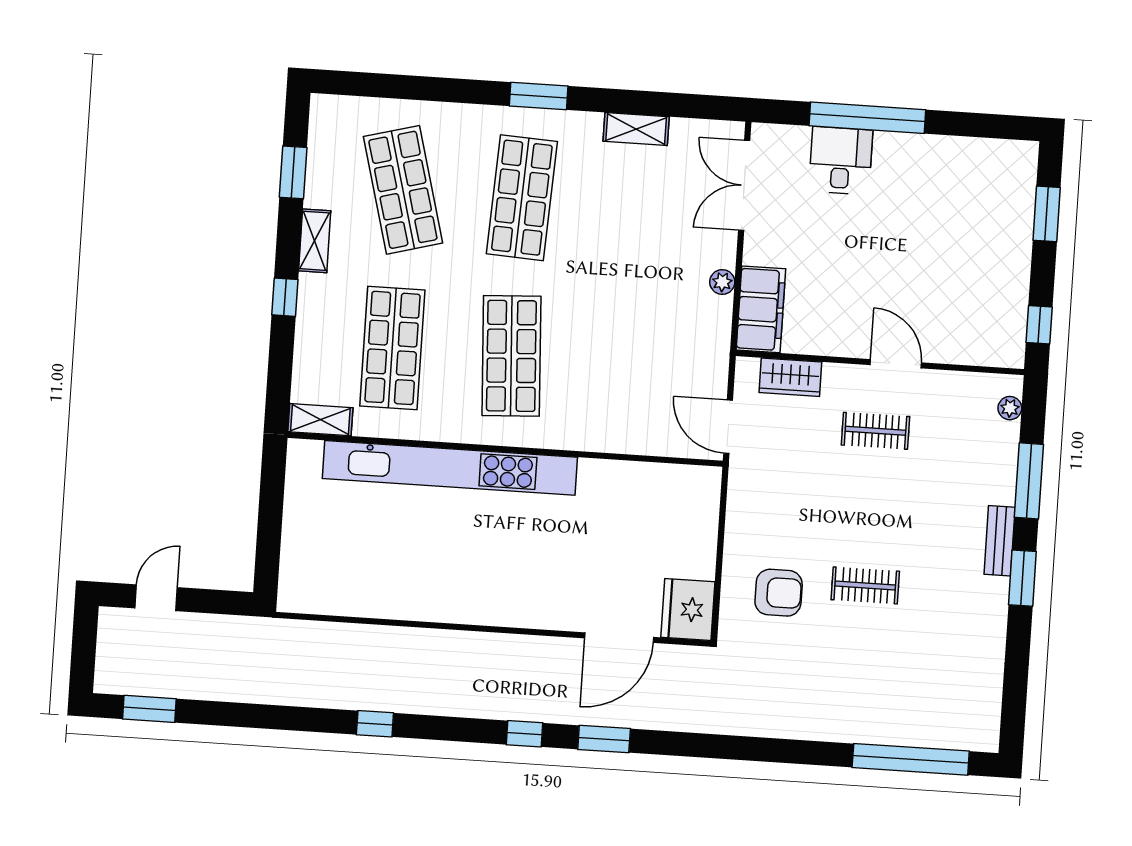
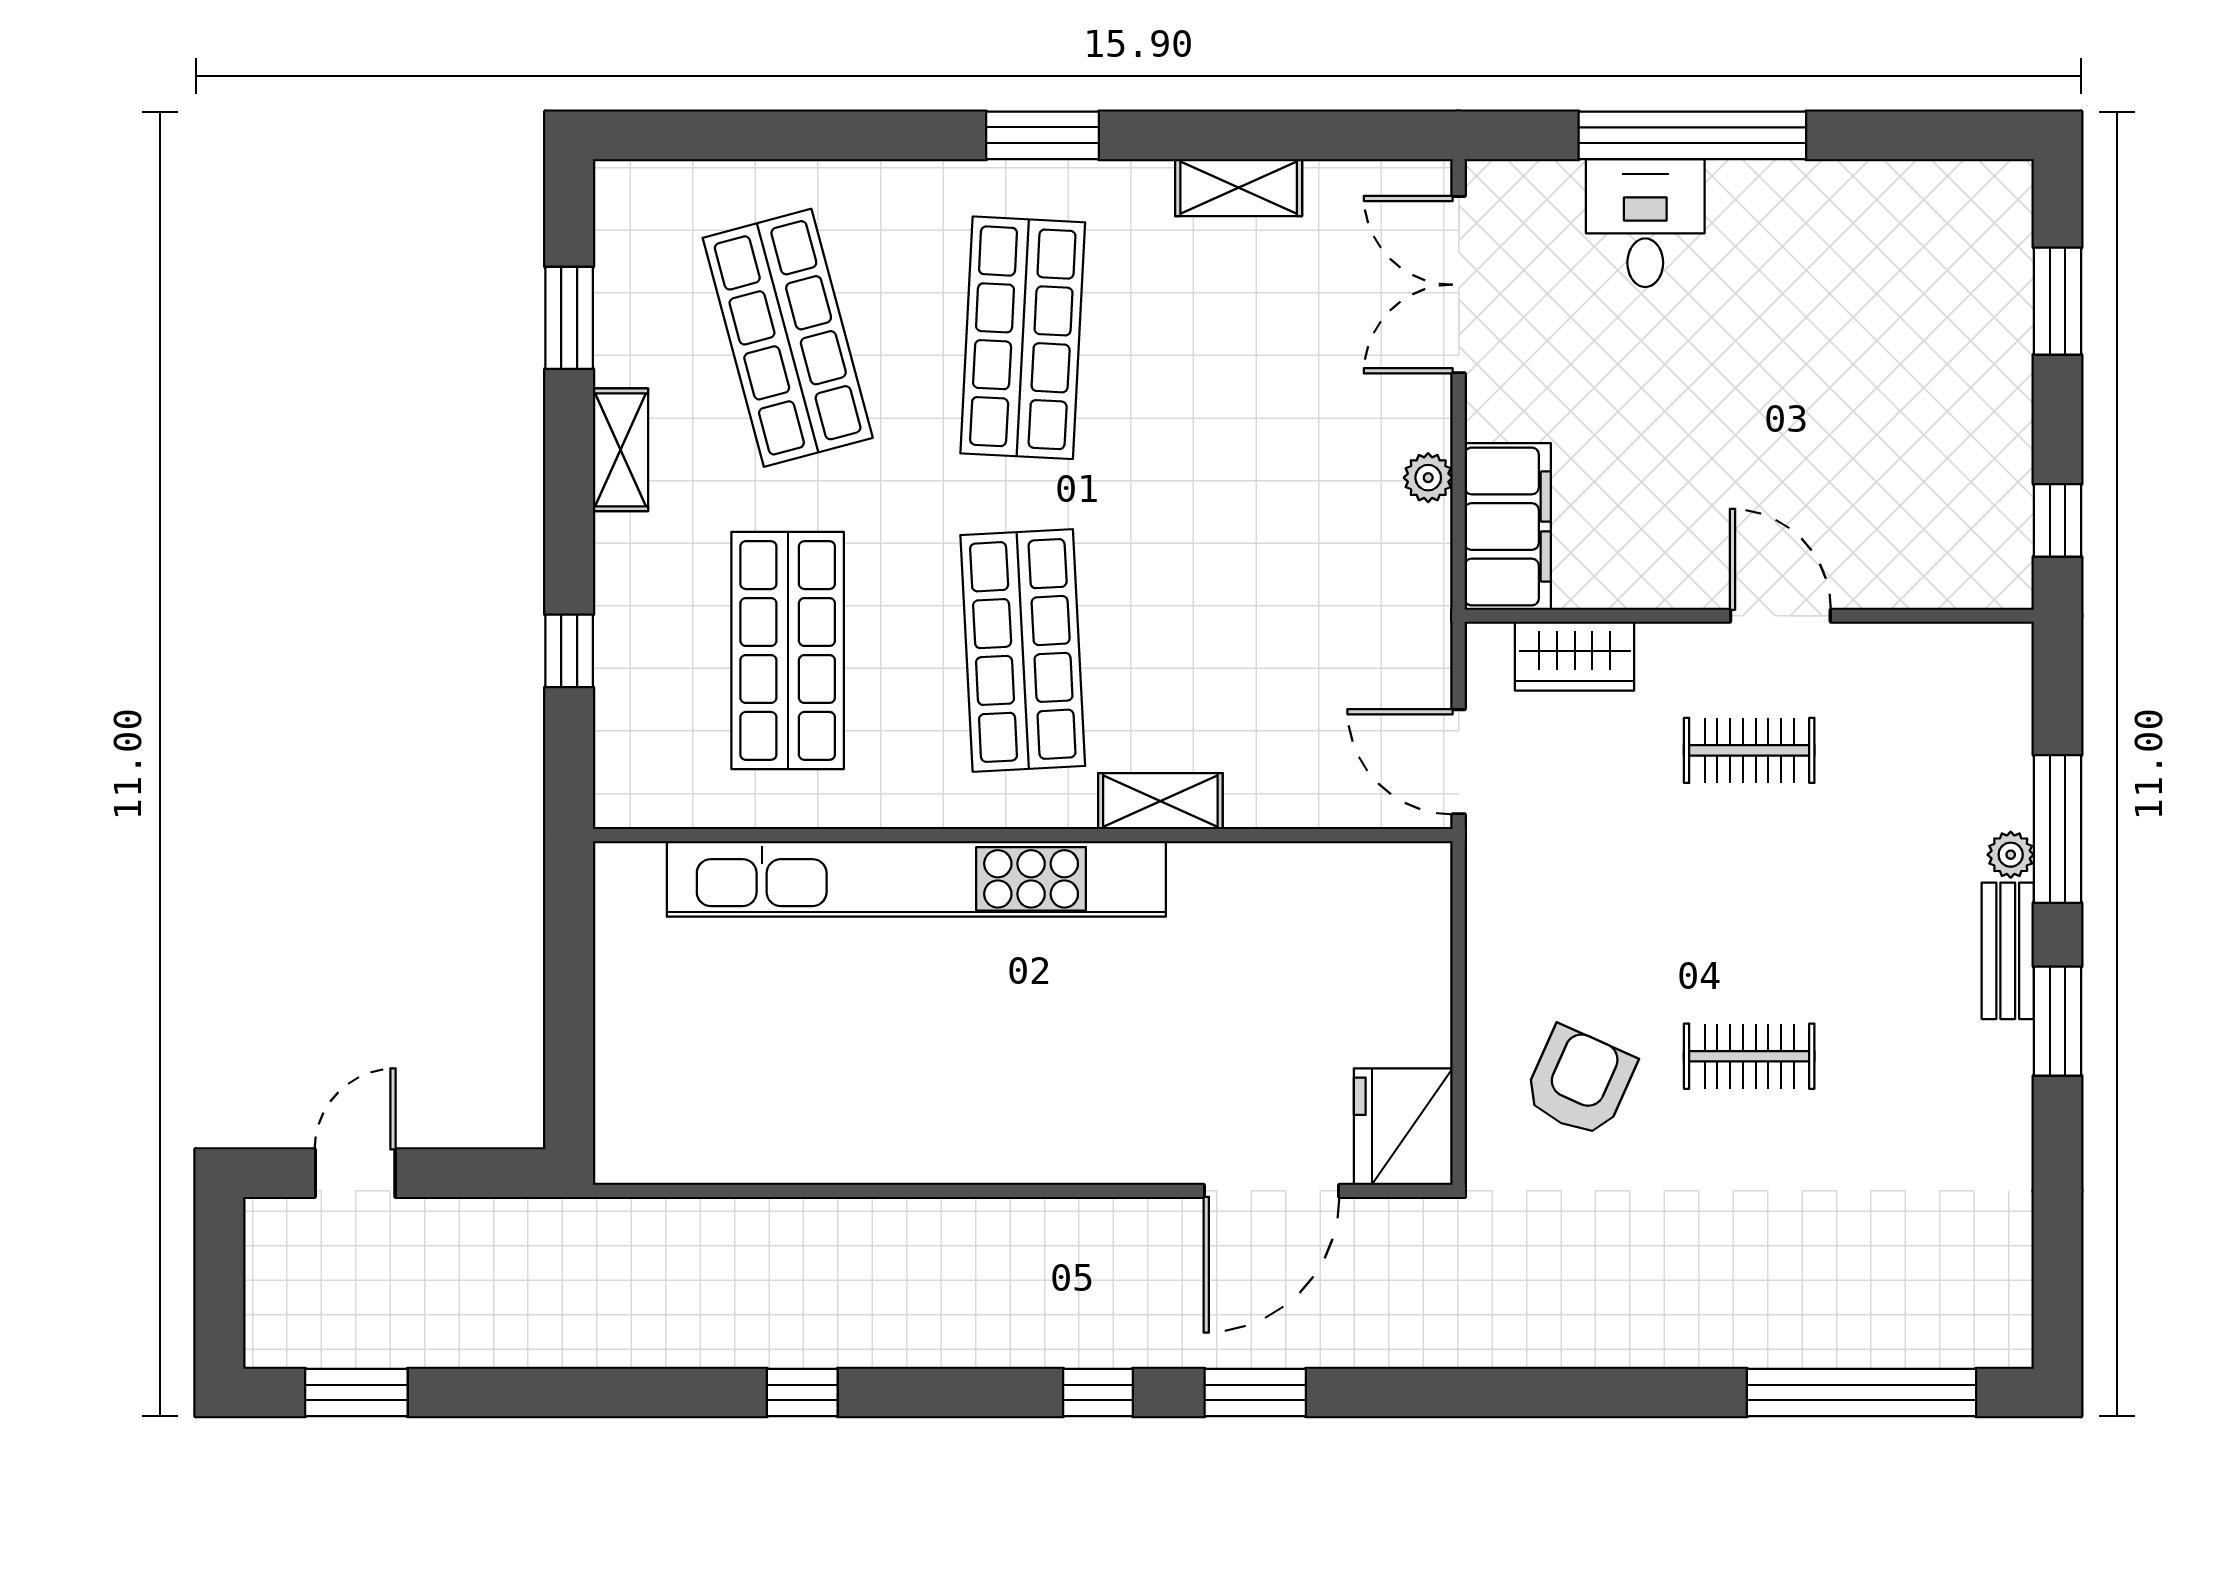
window: (285, 297) -> (569, 651), moved
plant: (1010, 408) -> (2011, 855), moved
shelving: (320, 420) -> (1160, 801), moved
armchair: (779, 593) -> (1580, 1082), turned -66

